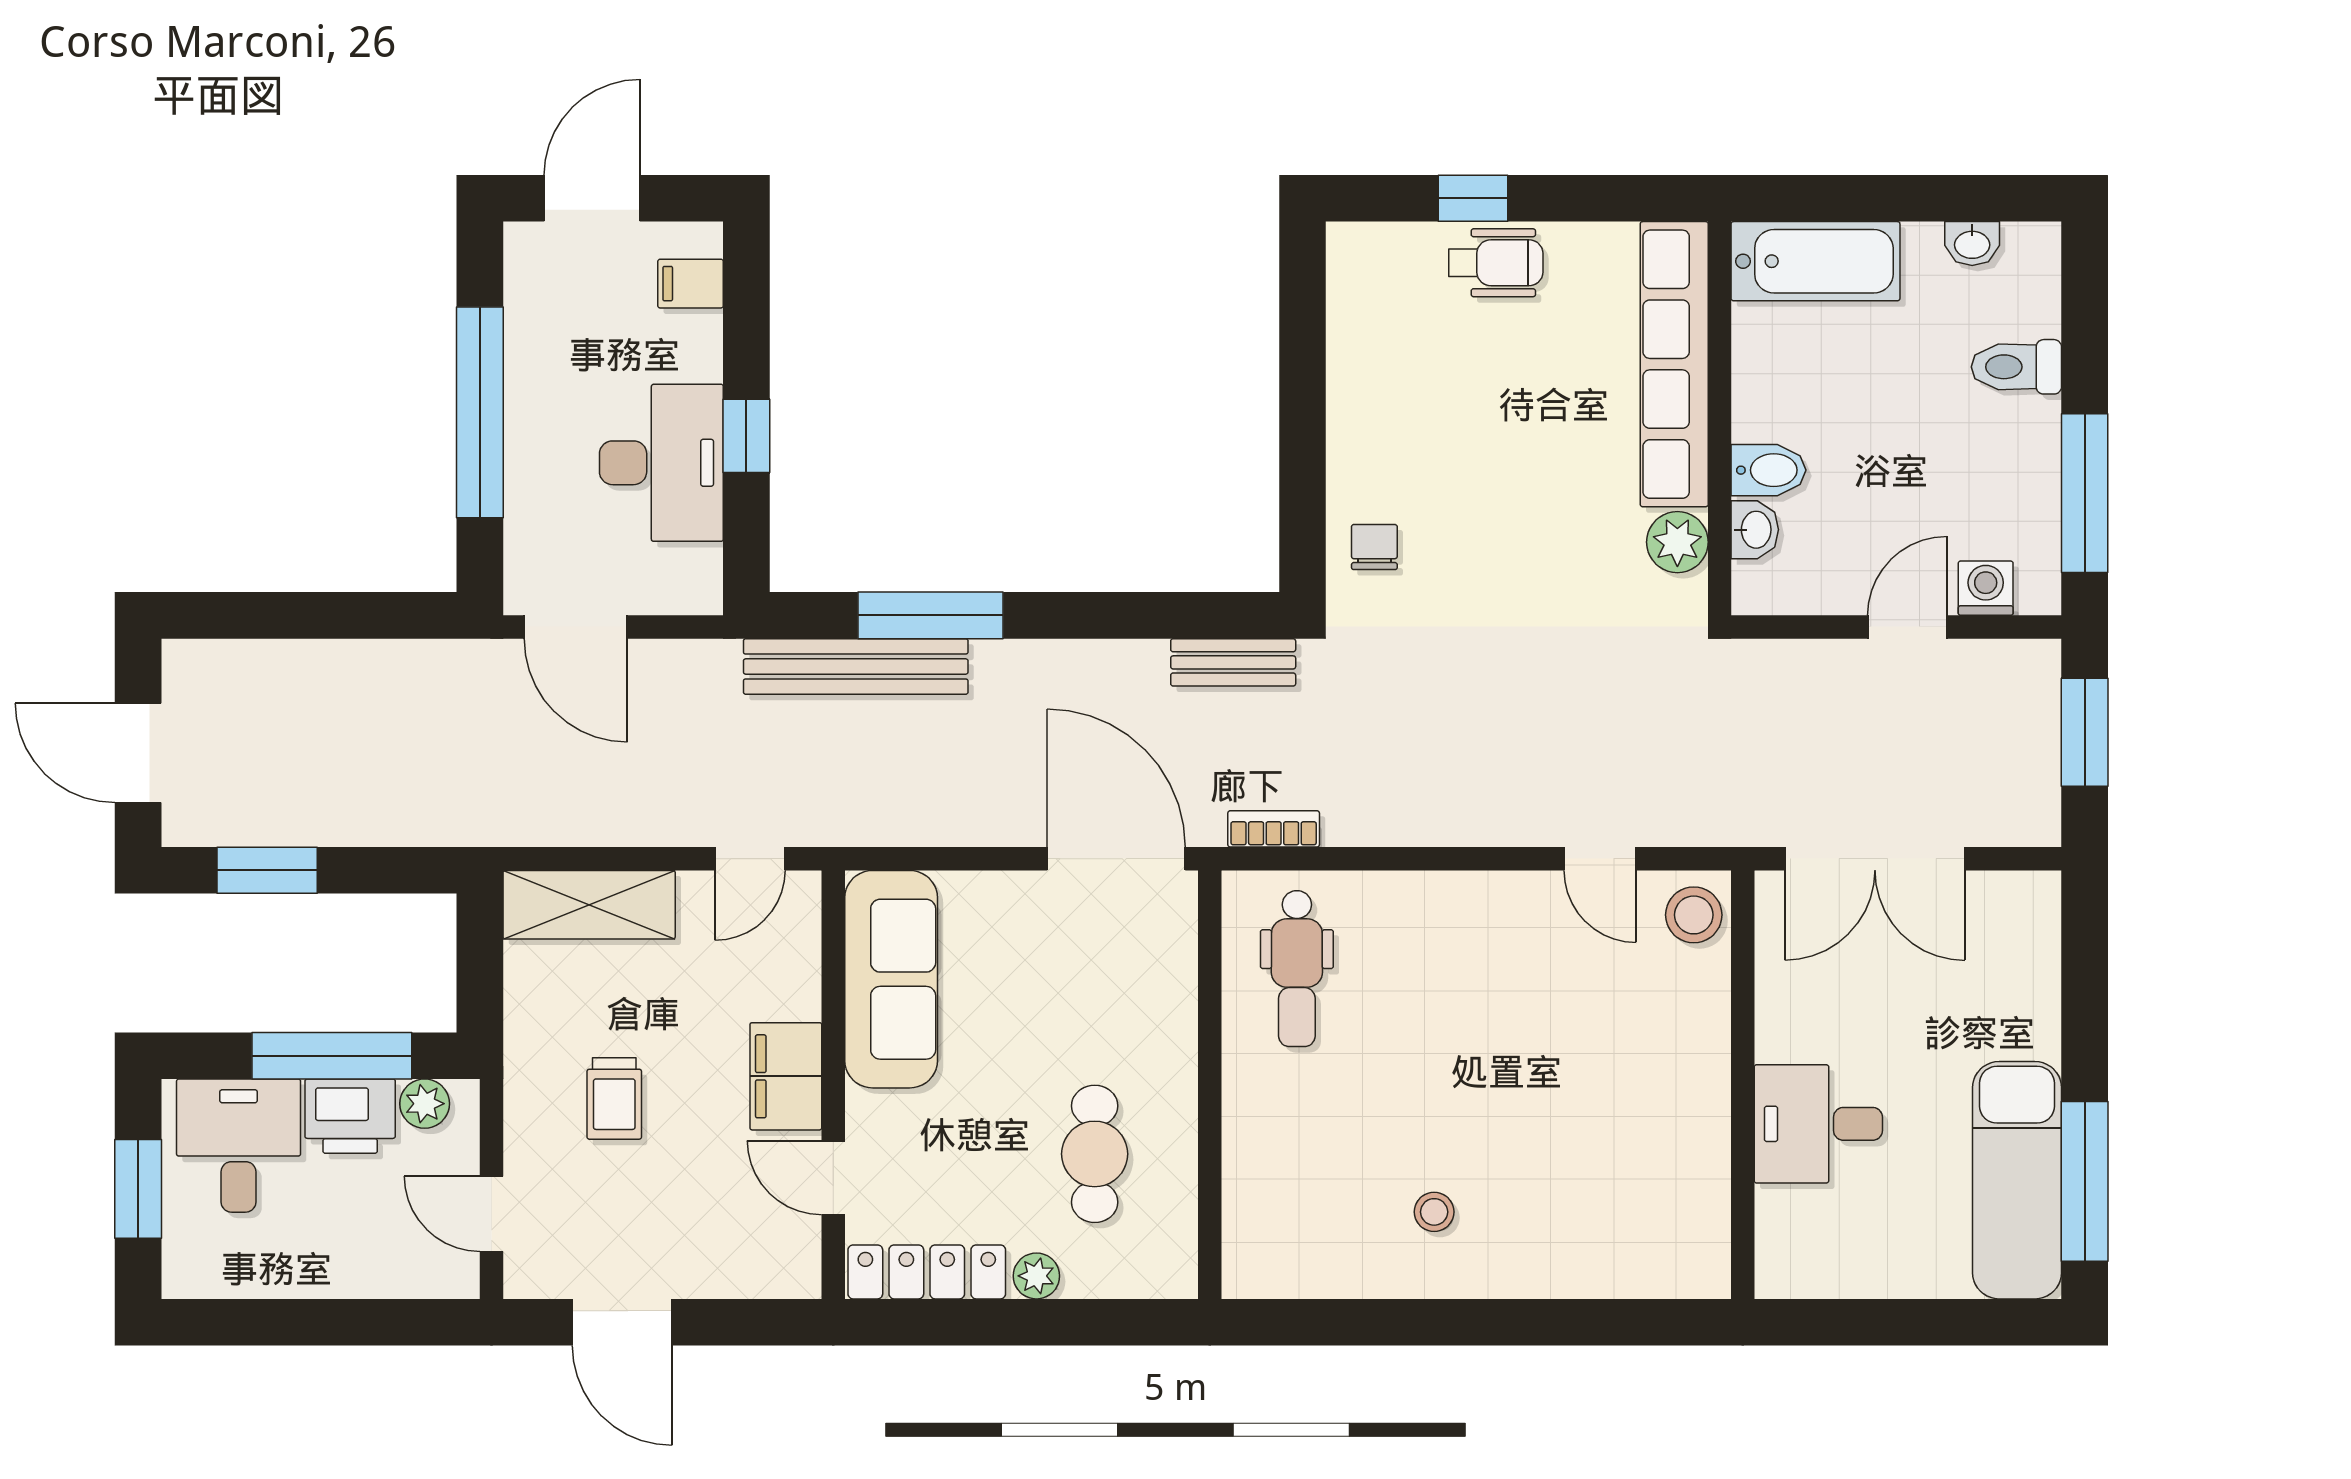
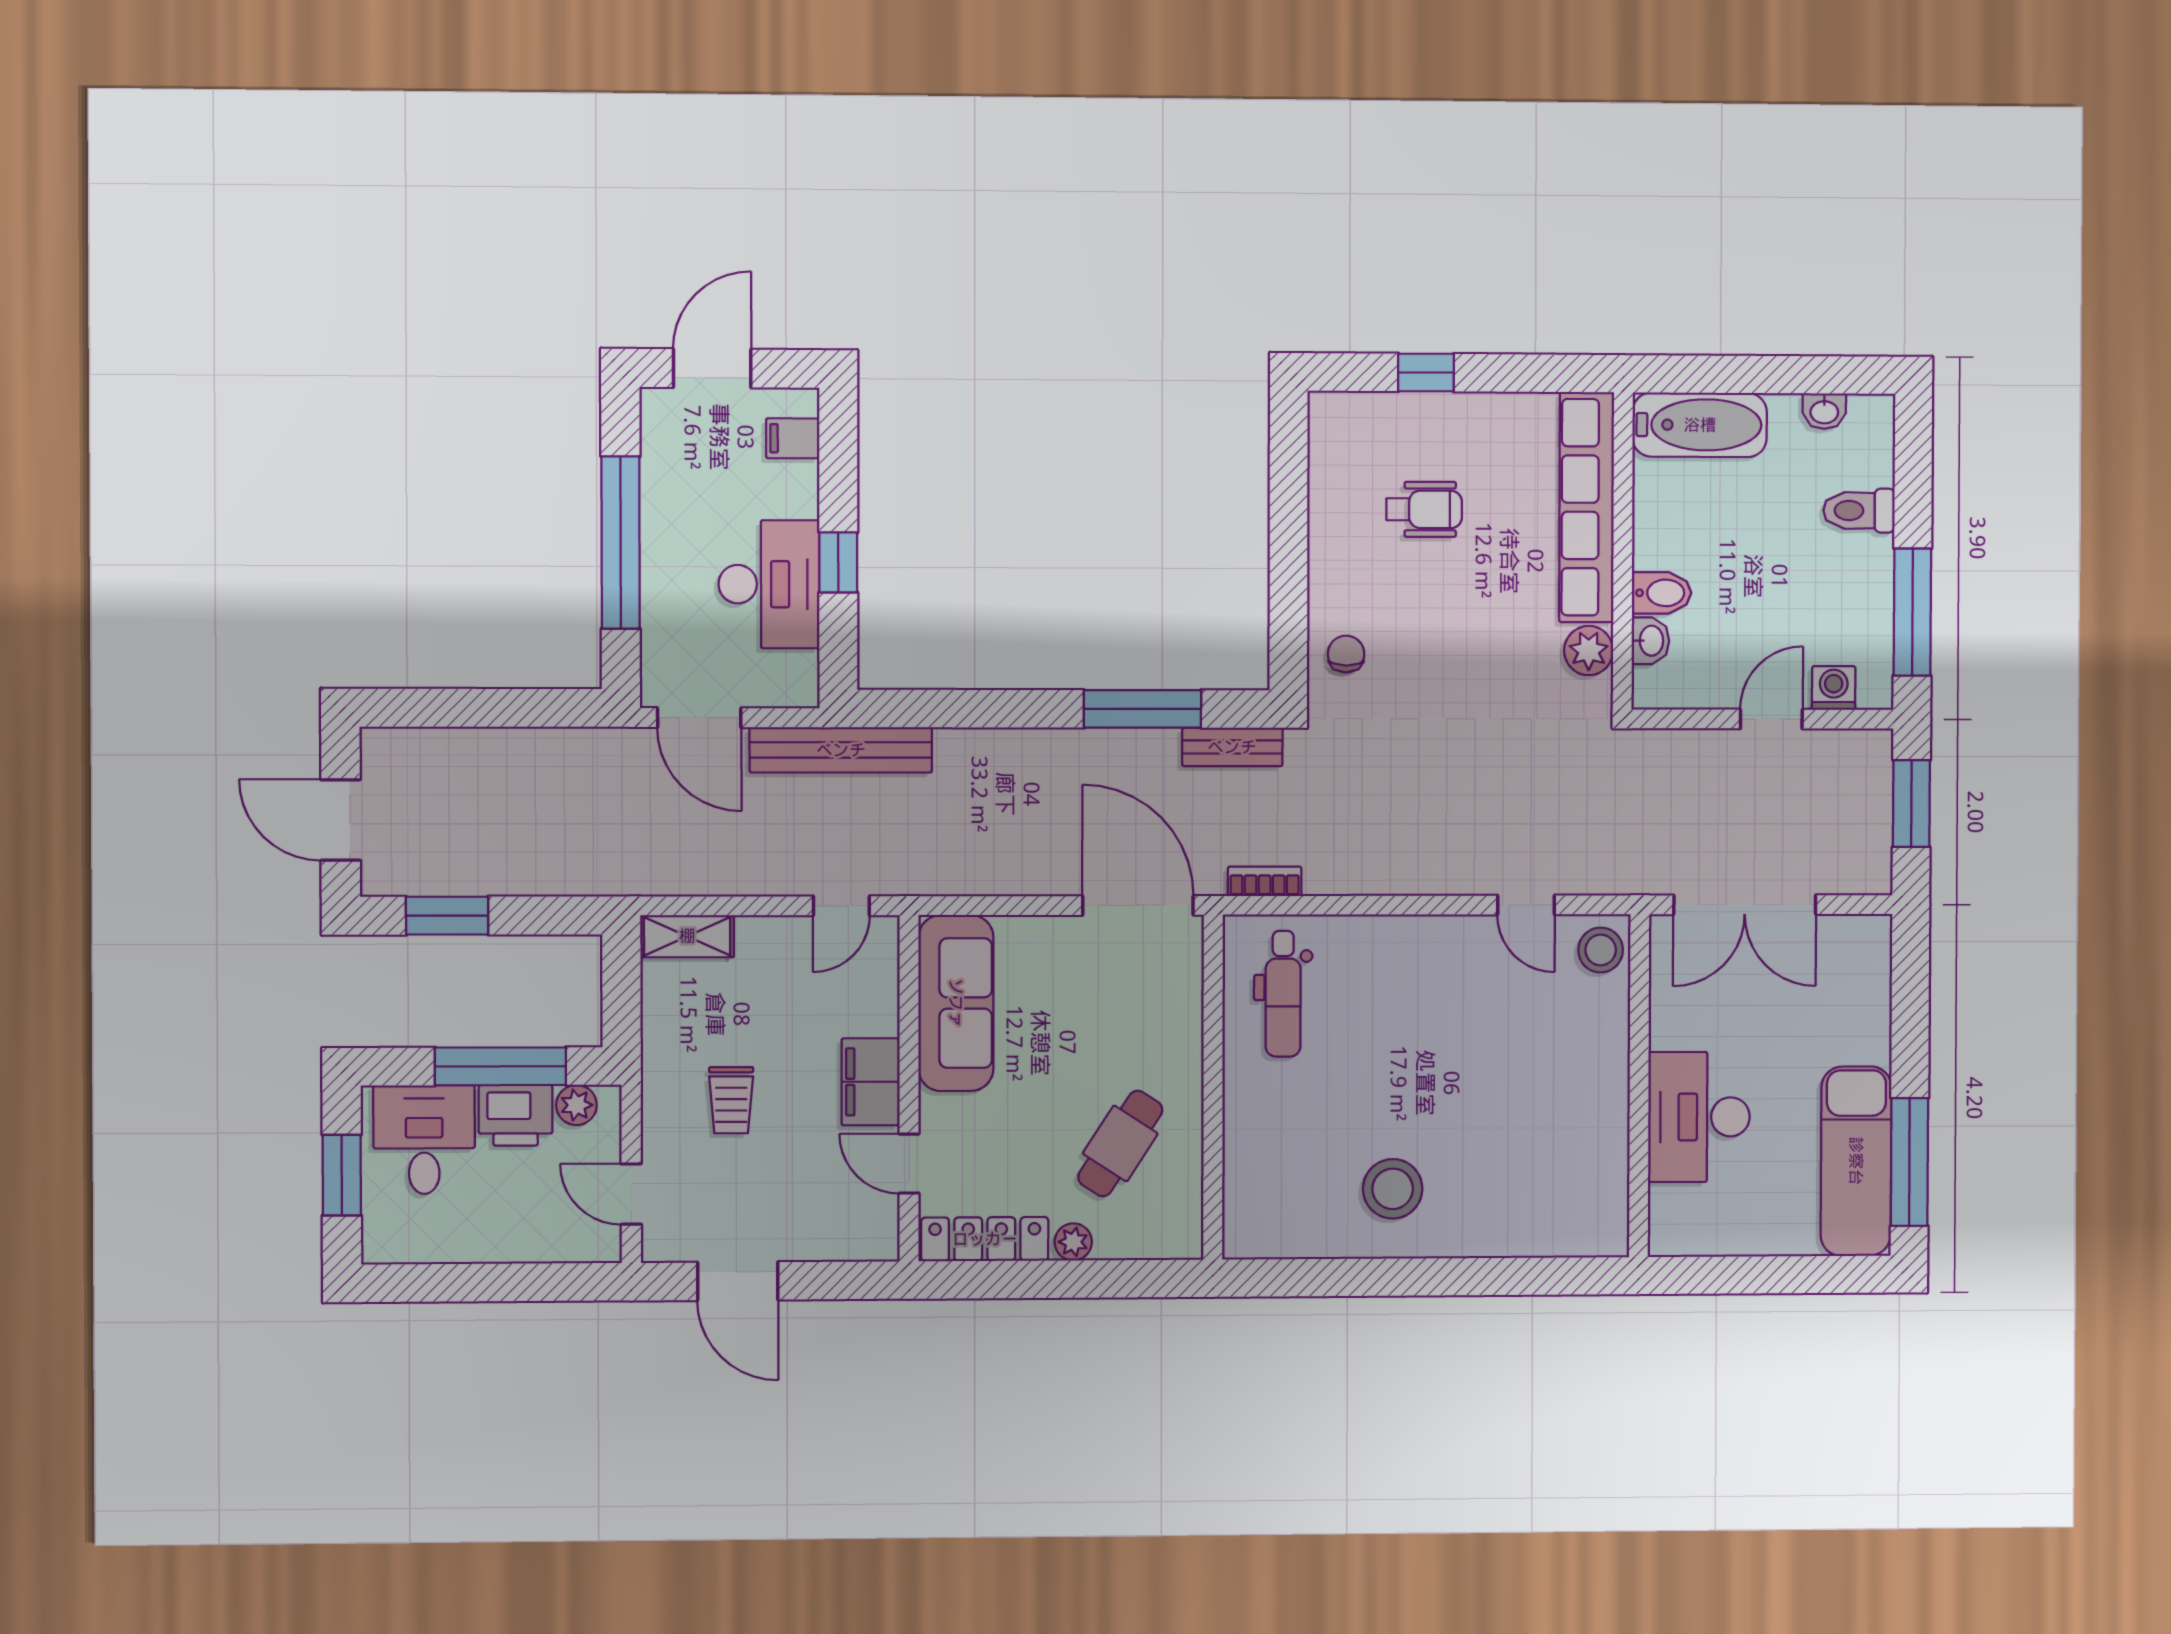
wheelchair: (1496, 263) -> (1424, 509), moved
window: (931, 615) -> (1142, 709), moved
bench: (856, 666) -> (841, 750), moved
shelving: (589, 905) -> (687, 936), width x0.67, depth x0.75
desk: (1818, 1124) -> (1699, 1117), width x1.37
cafe table: (1095, 1154) -> (1120, 1143), turned 33
stool: (1434, 1212) -> (1393, 1189), width x1.89, depth x1.89

